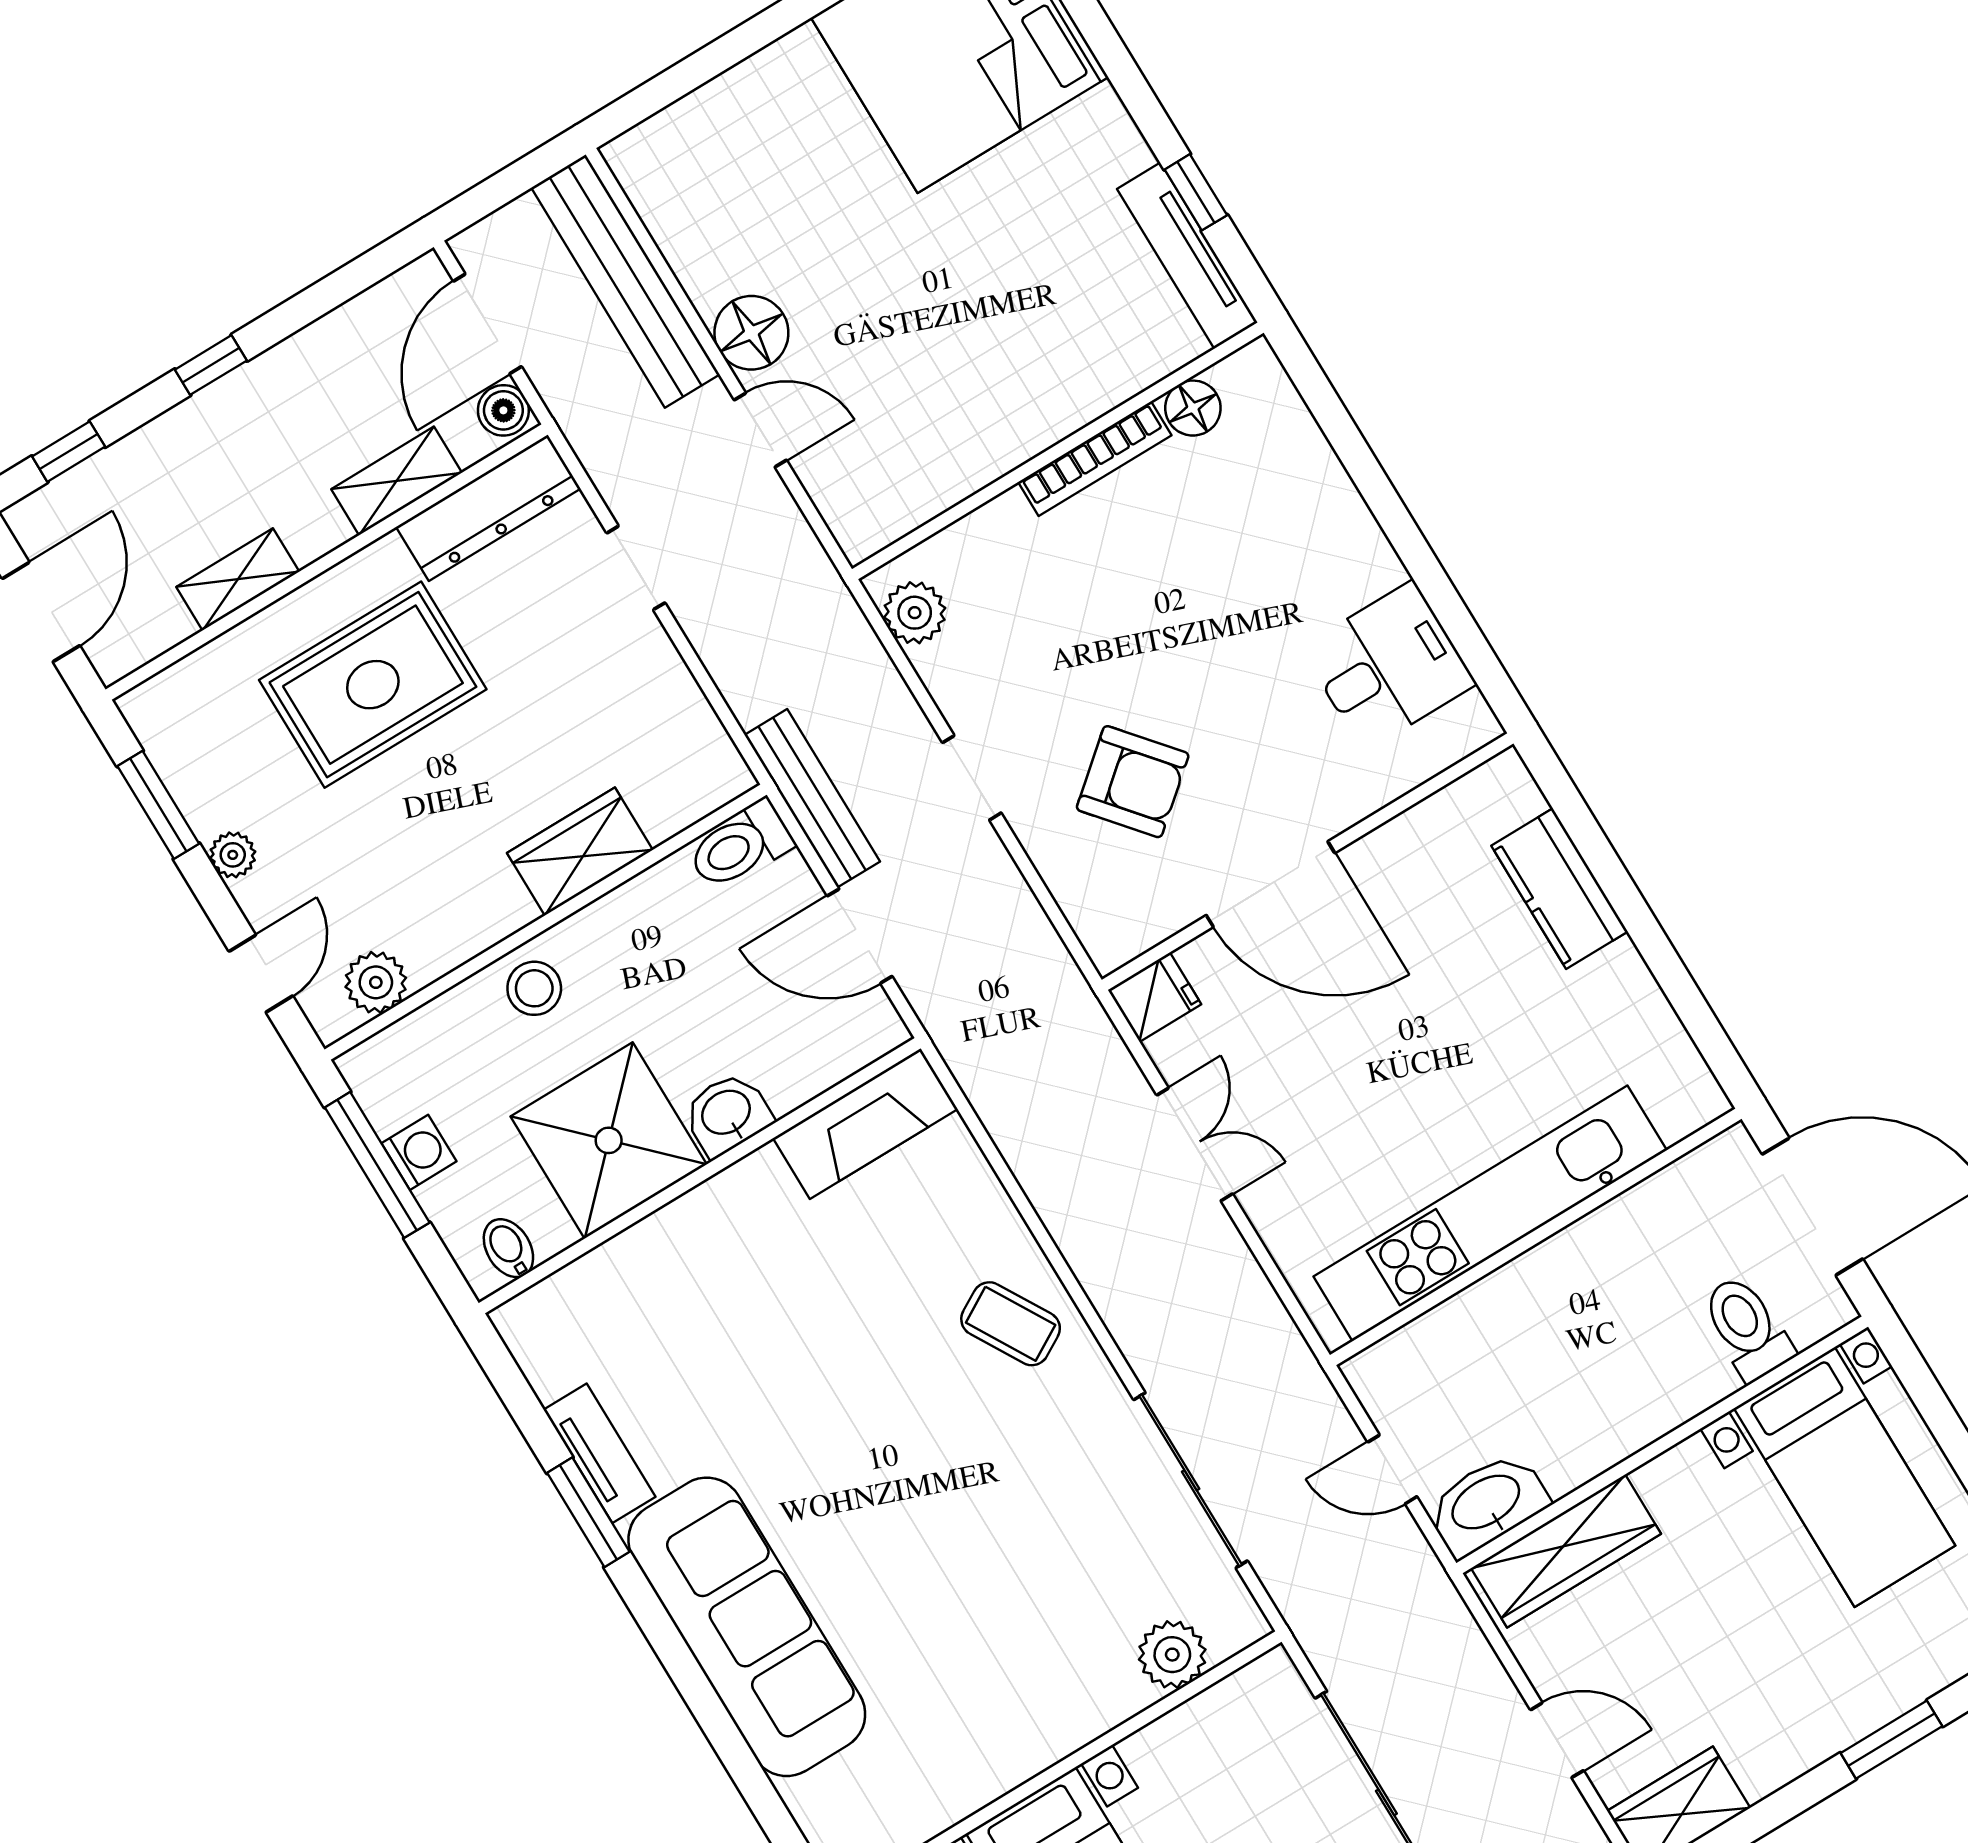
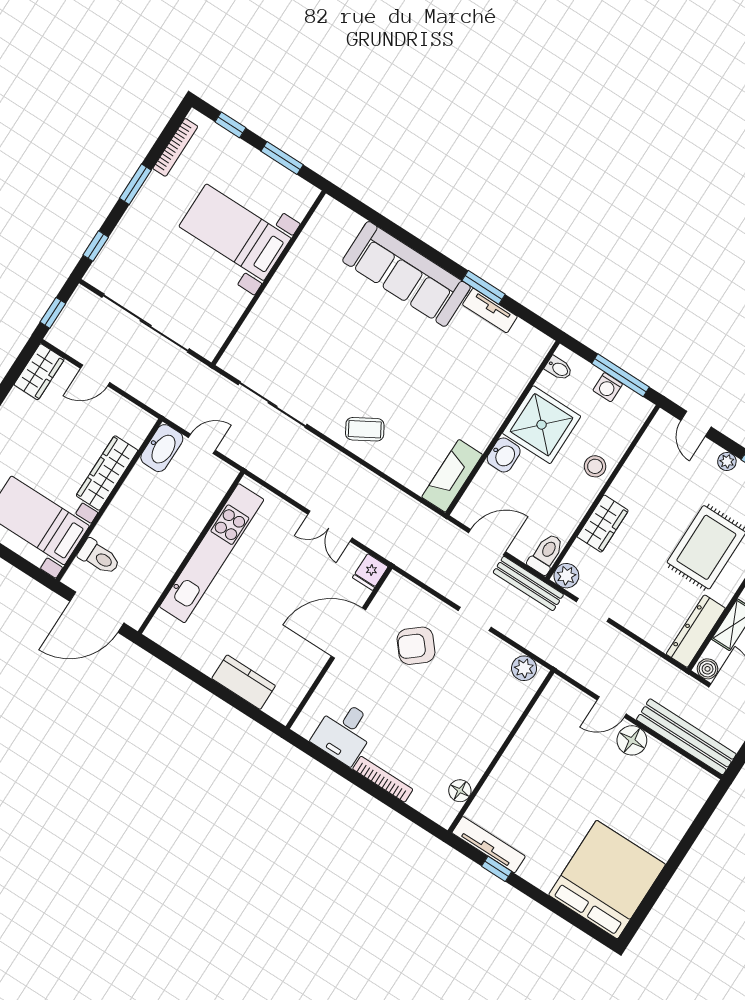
bookcase: (1095, 459) -> (383, 779), moved, turned 90
doorway: (636, 568) -> (593, 610), moved
plant: (376, 982) -> (566, 576), moved
wardrobe: (1566, 1551) -> (107, 473), moved
plant: (1172, 1655) -> (249, 339), removed

